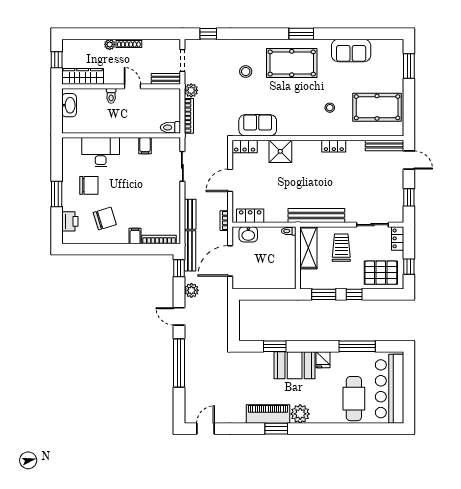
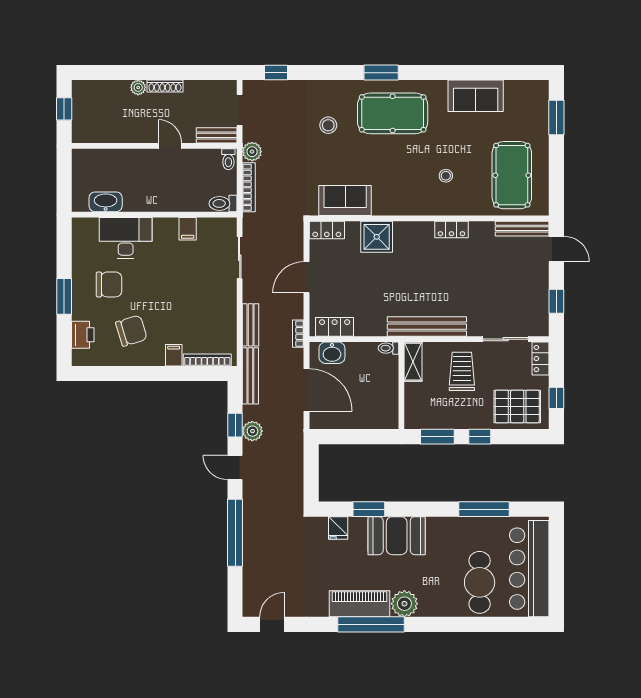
window: (301, 34) -> (381, 73), moved
wardrobe: (83, 76) -> (100, 132), removed
toilet: (111, 96) -> (228, 159), moved
washbasin: (69, 105) -> (106, 202), moved, turned -90
pool table: (377, 107) -> (512, 175), turned 90
shelving: (308, 248) -> (413, 362), width x0.67, depth x0.75
door: (230, 261) -> (307, 390), swing flipped
window: (179, 268) -> (235, 425), moved
fridge: (323, 360) -> (338, 528), moved
window: (276, 429) -> (371, 624), width x2.11

